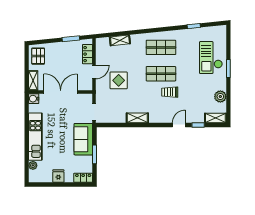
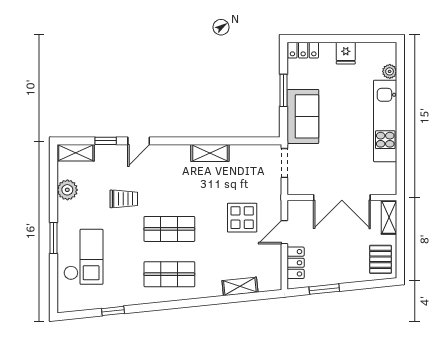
trolley: (170, 92) -> (124, 199), moved
water cooler: (34, 99) -> (388, 186), removed

